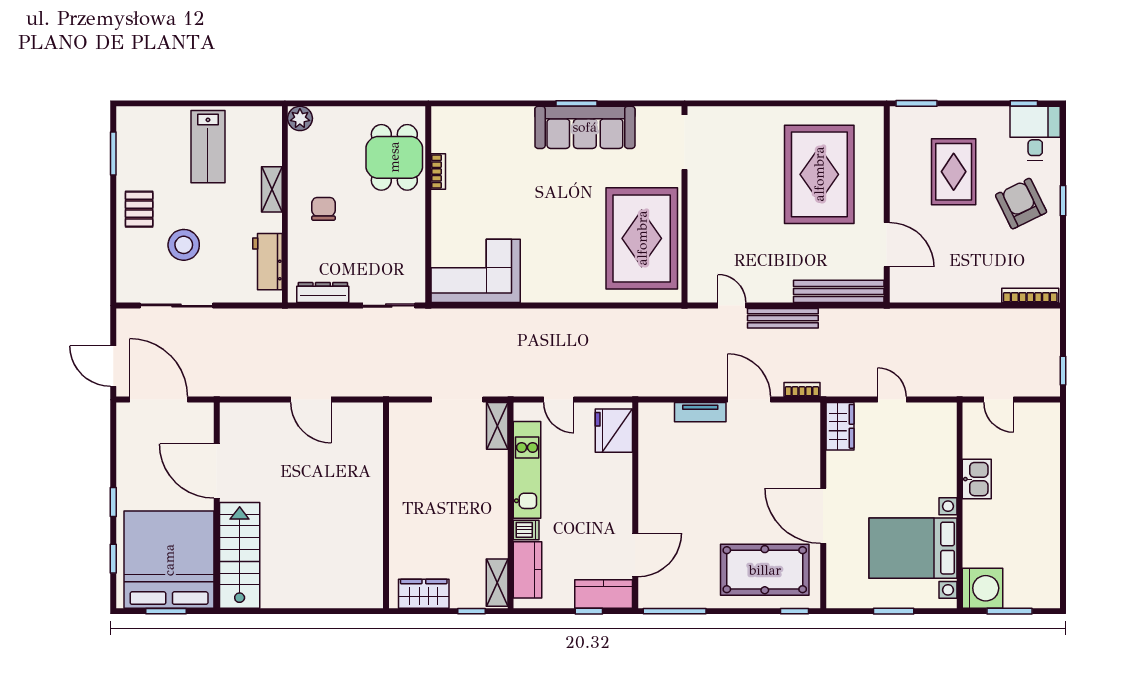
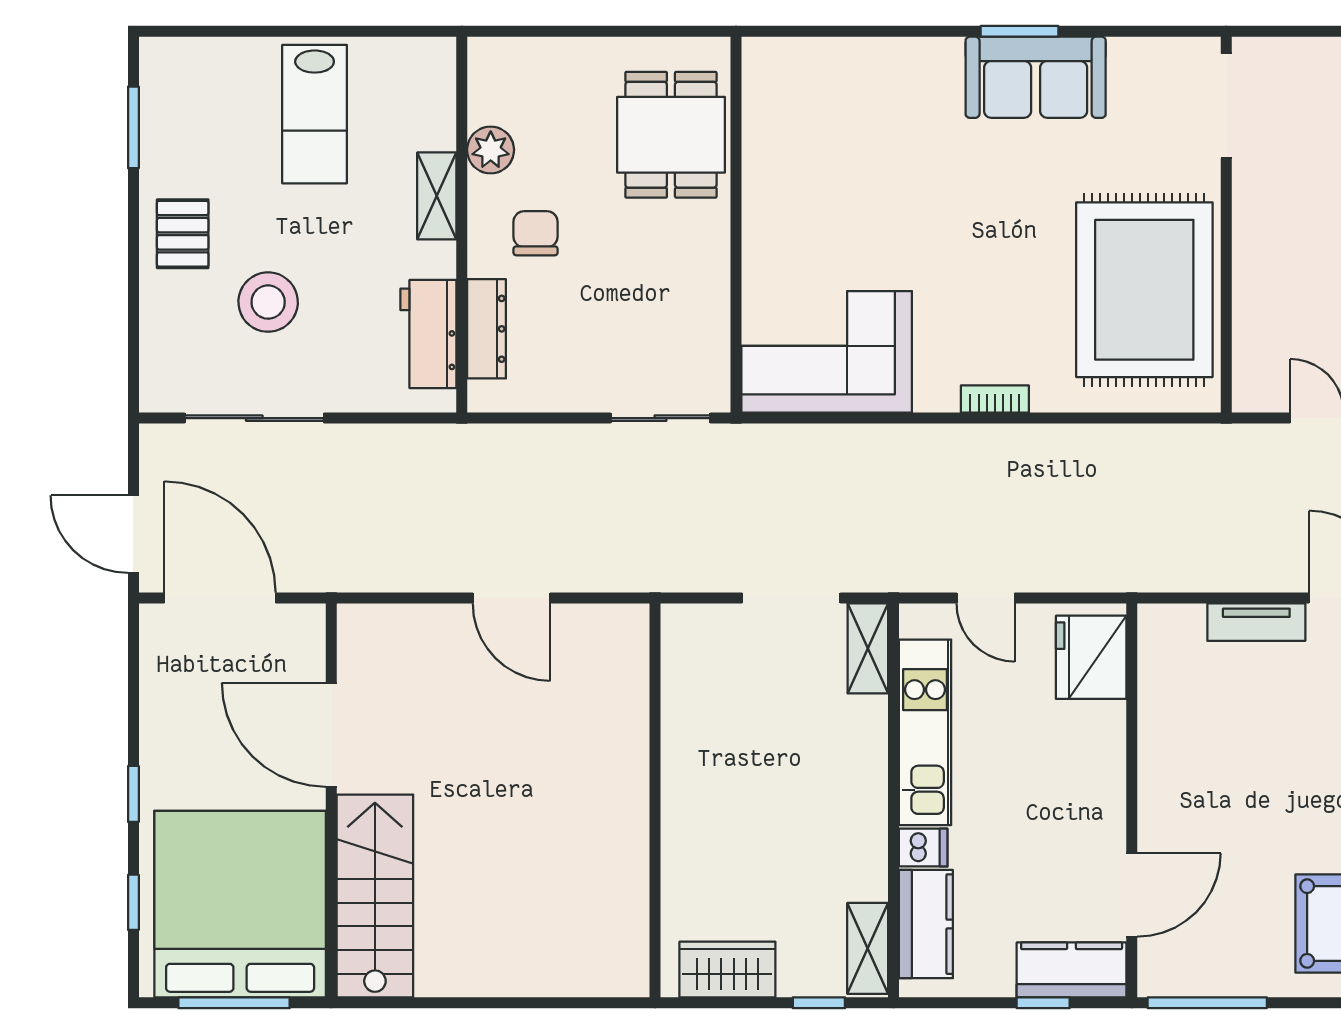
plant: (300, 118) -> (491, 150), moved
sofa: (585, 127) -> (1036, 77), width x0.73
bookcase: (438, 171) -> (995, 399), moved, turned -90
dresser: (323, 293) -> (487, 329), moved, turned 90
window: (166, 611) -> (234, 1003), width x1.44

